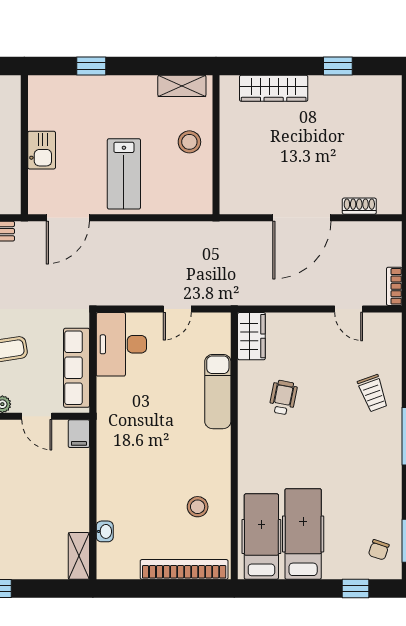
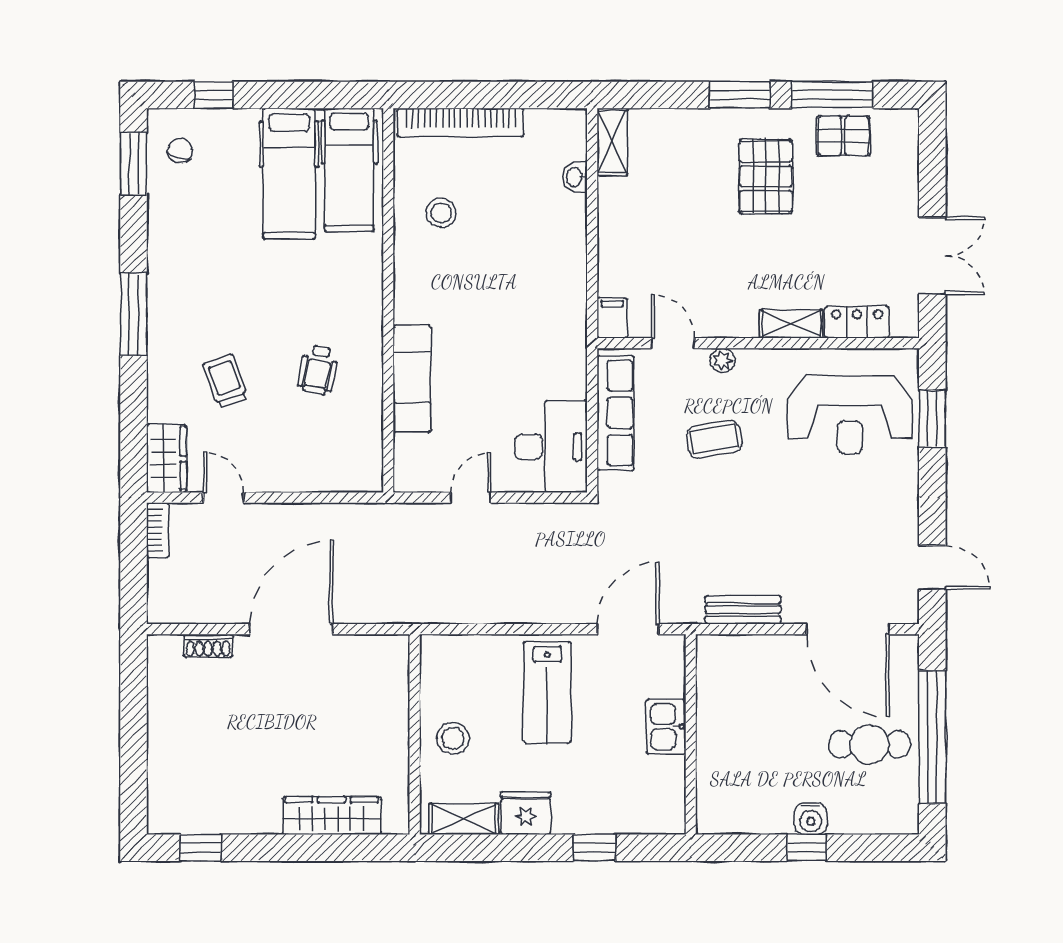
window: (338, 66) -> (201, 848), moved
fridge: (139, 90) -> (526, 813), added
lab bench: (124, 174) -> (547, 692), turned 180
wardrobe: (251, 336) -> (167, 458), moved, turned 180
trolley: (373, 393) -> (225, 381), moved

